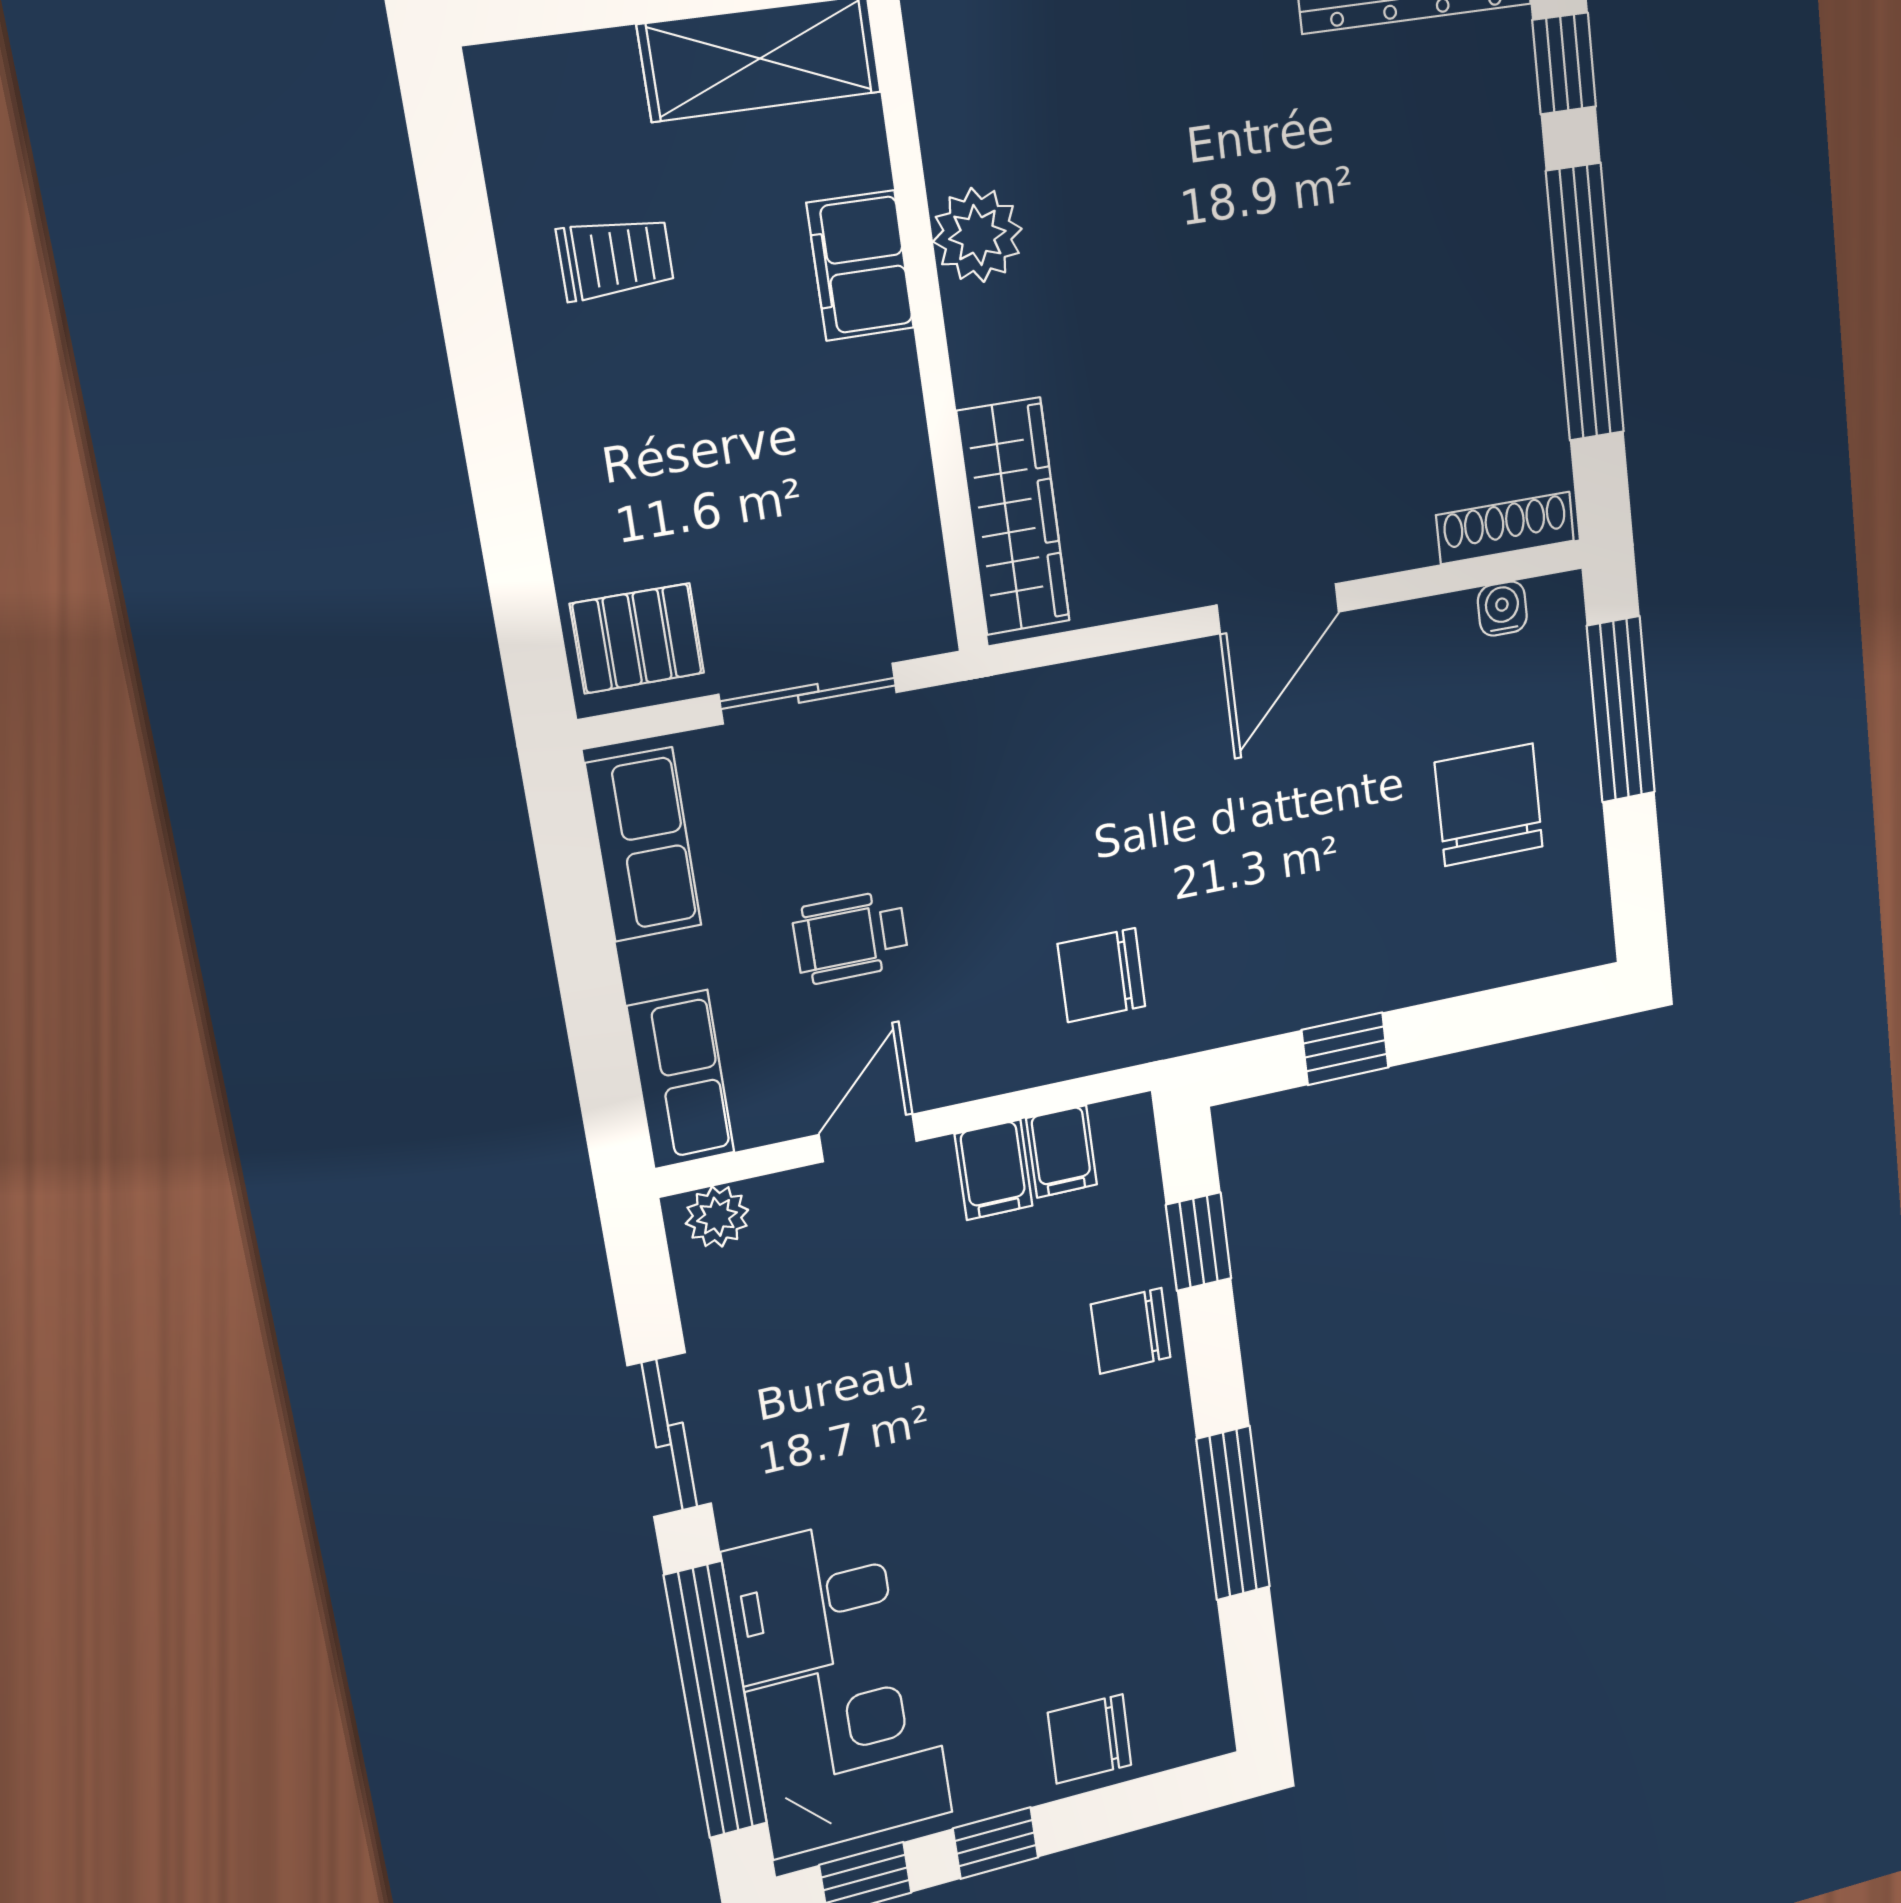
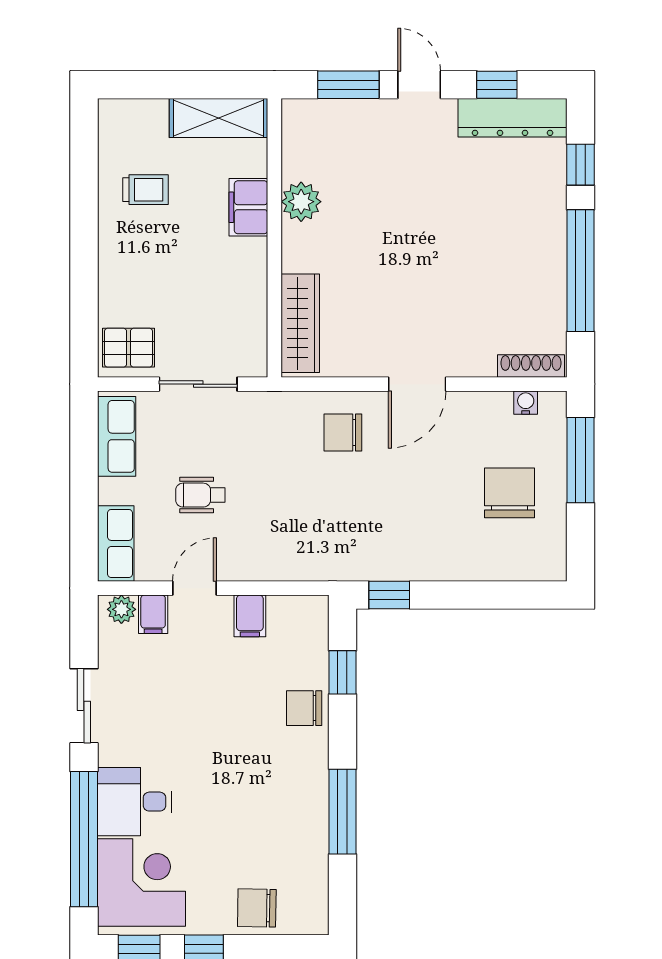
chair: (1102, 975) -> (343, 432), moved
window: (1345, 1049) -> (389, 595), moved
filing cabinet: (1062, 1151) -> (153, 614), moved

